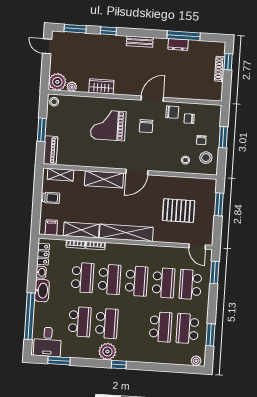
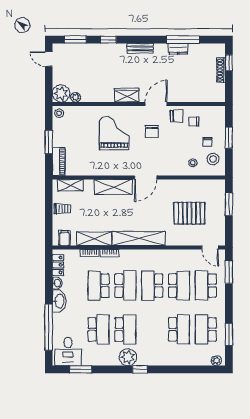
wardrobe: (101, 86) -> (127, 95), moved
grand piano: (108, 125) -> (114, 133), turned 90
school desk: (83, 278) -> (99, 286), turned 180
school desk: (136, 281) -> (152, 286), turned 180

